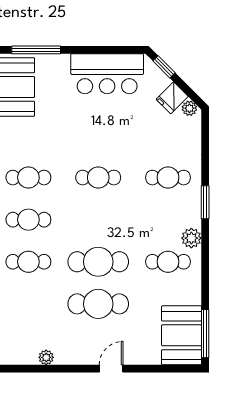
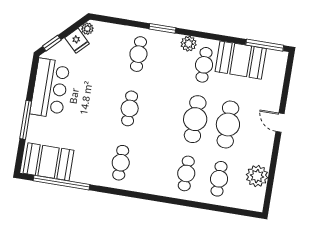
window: (36, 50) -> (26, 120), moved
cafe table: (28, 220) -> (219, 179), moved
booth: (181, 335) -> (241, 60), moved
plant: (46, 357) -> (257, 176), width x1.88, depth x1.88

